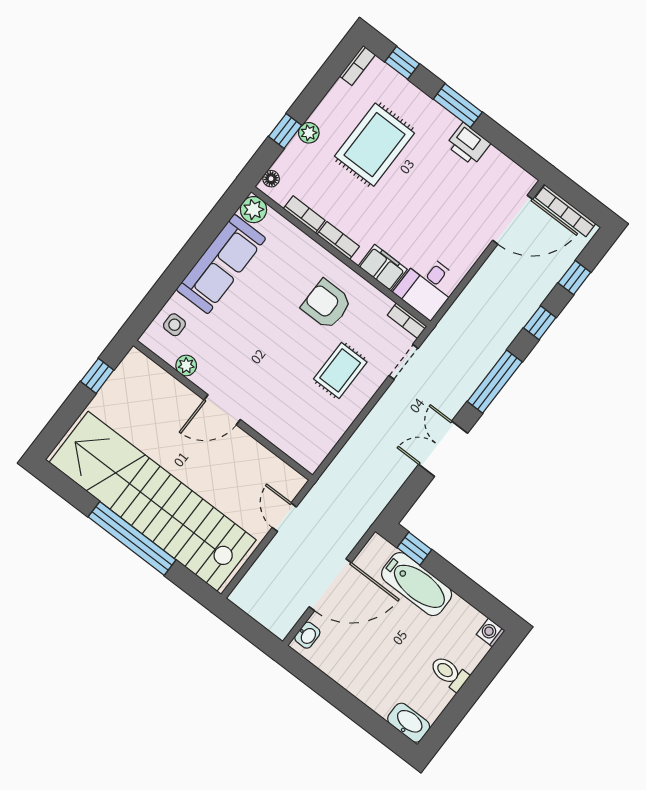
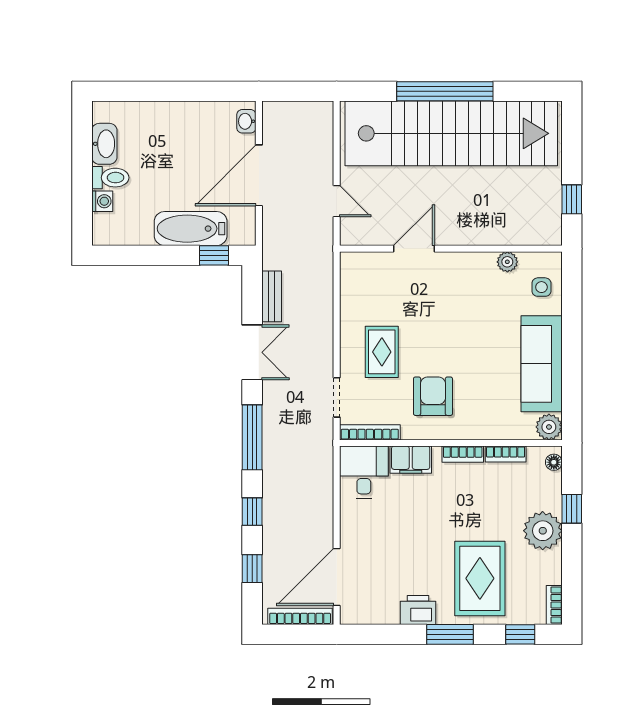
plant: (309, 133) -> (543, 531), width x1.87, depth x1.87
rug: (374, 145) -> (480, 578), moved
armchair: (327, 304) -> (433, 396), turned -90
bookcase: (407, 321) -> (370, 432), width x1.56
door: (222, 410) -> (414, 249), moved
bench: (394, 481) -> (272, 296), added
washing machine: (491, 632) -> (102, 201), moved
washbasin: (409, 723) -> (104, 144), moved, turned -90

